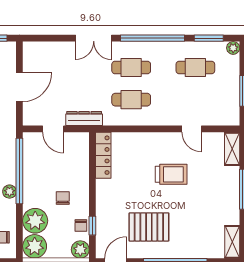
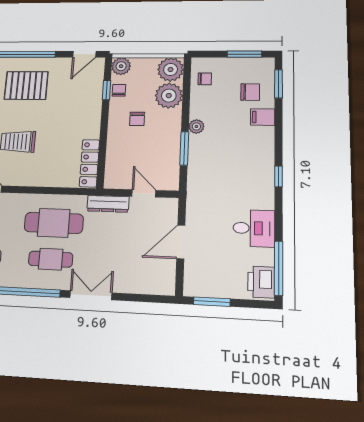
cafe table: (131, 100) -> (54, 223), width x1.37, depth x1.35
window: (19, 171) -> (184, 148), width x0.47
pallet: (149, 227) -> (26, 86), moved

